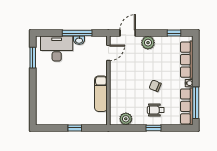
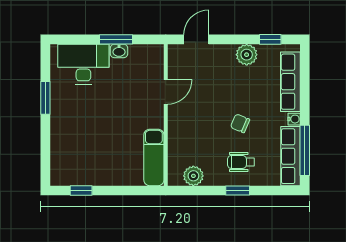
window: (77, 33) -> (116, 39), width x0.69
plant: (148, 43) -> (247, 55), moved
door: (108, 53) -> (166, 92), moved
window: (33, 58) -> (45, 98), moved
exam couch: (101, 94) -> (154, 157), moved
window: (75, 128) -> (81, 190), moved

